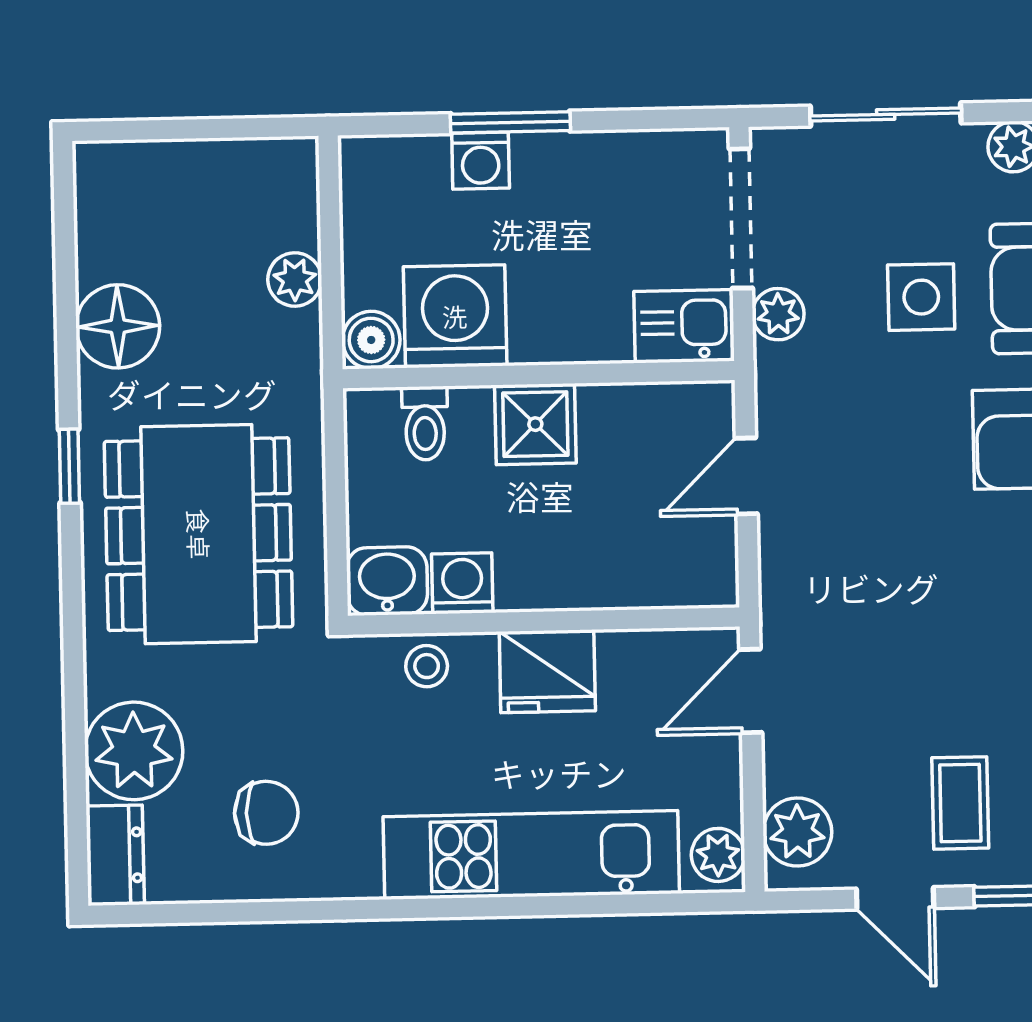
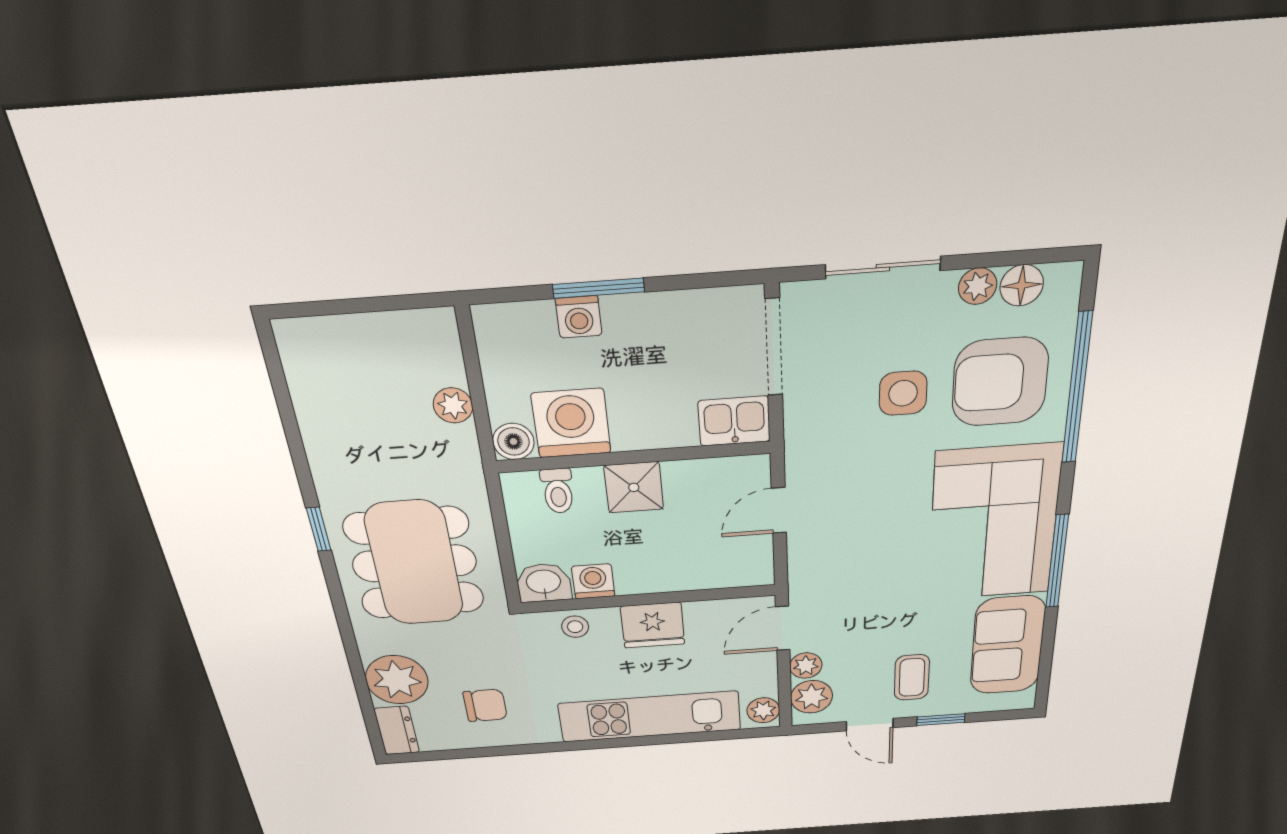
plant: (778, 314) -> (806, 666), moved
floor lamp: (118, 326) -> (332, 442), removed

